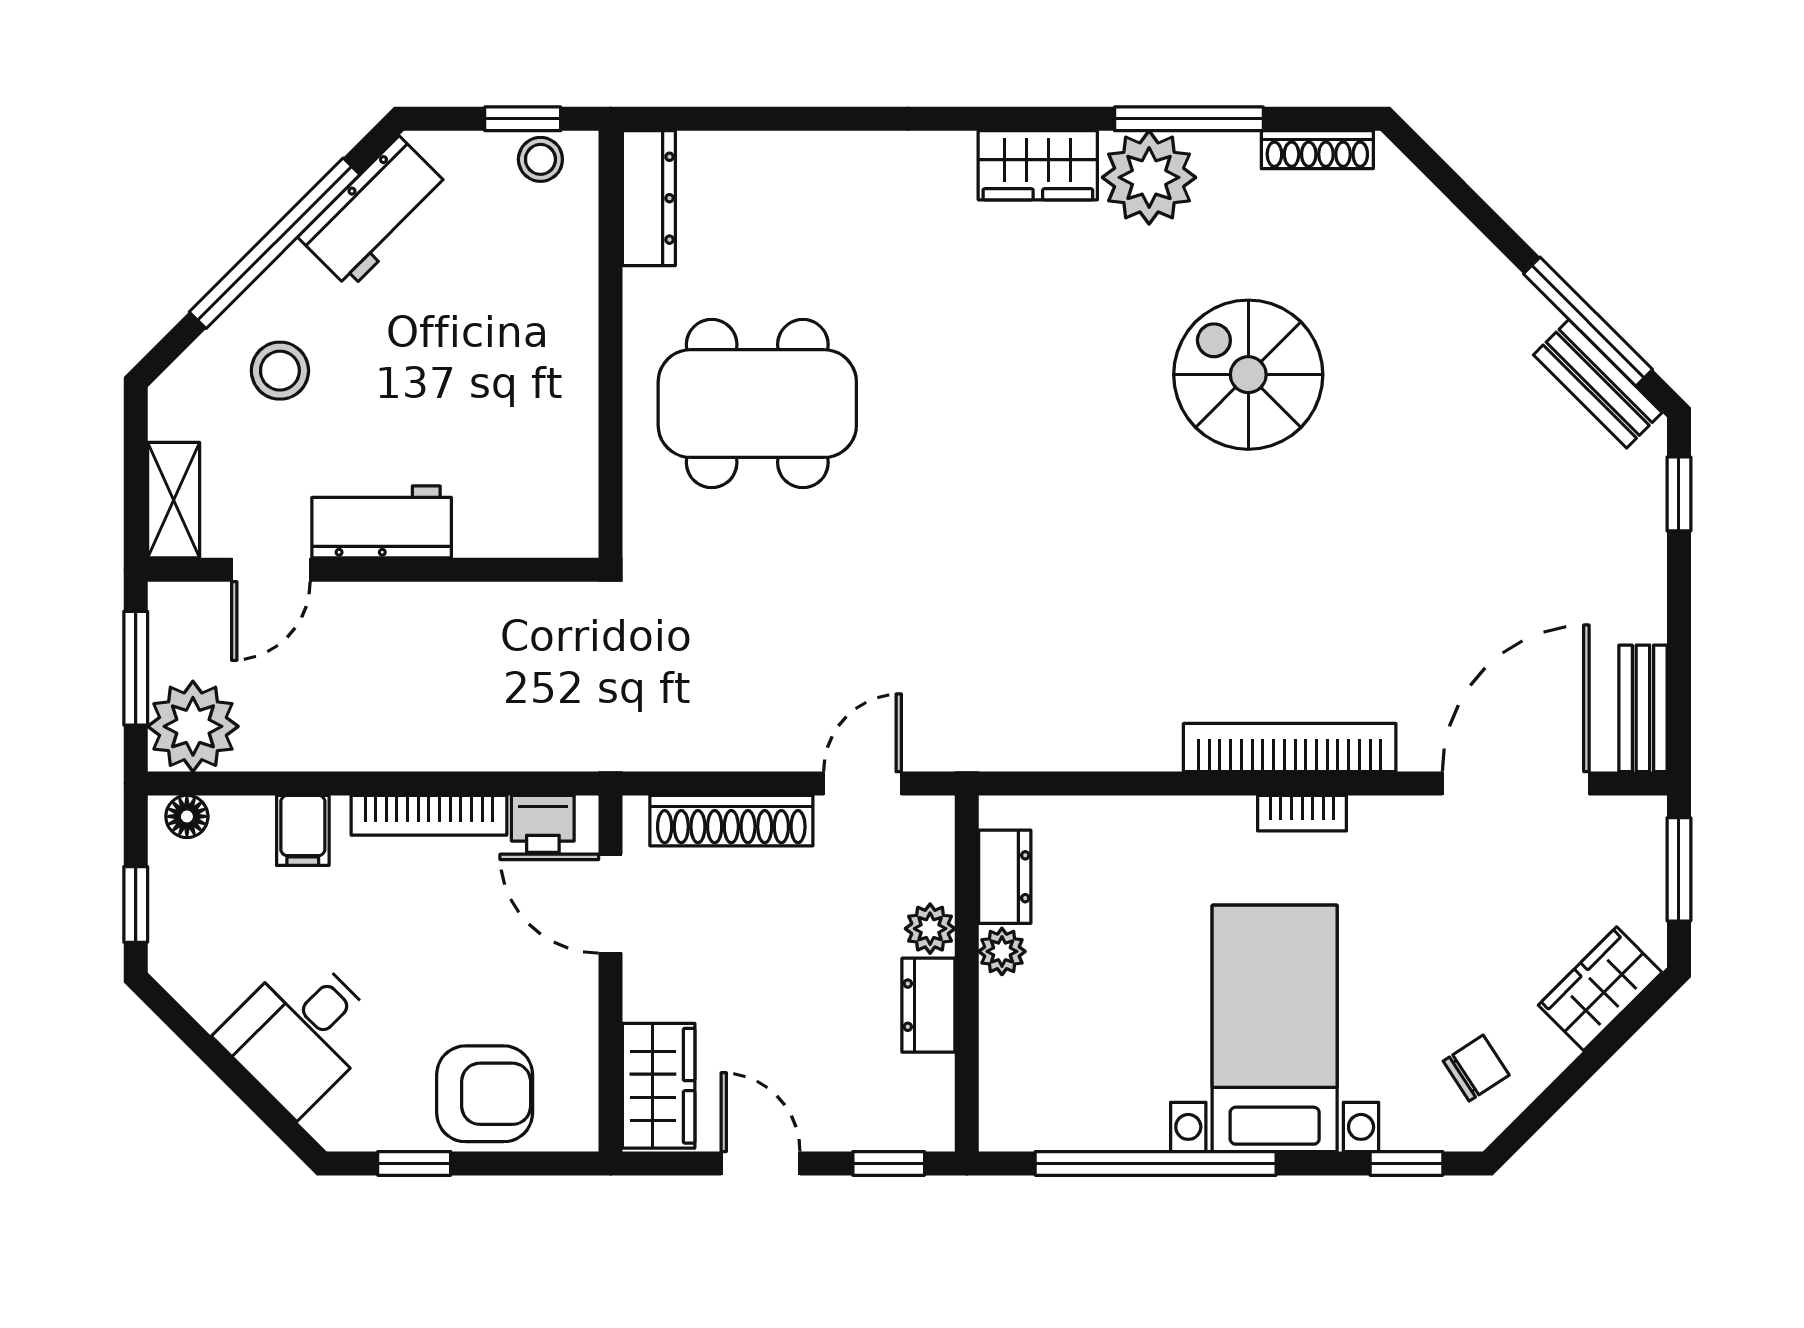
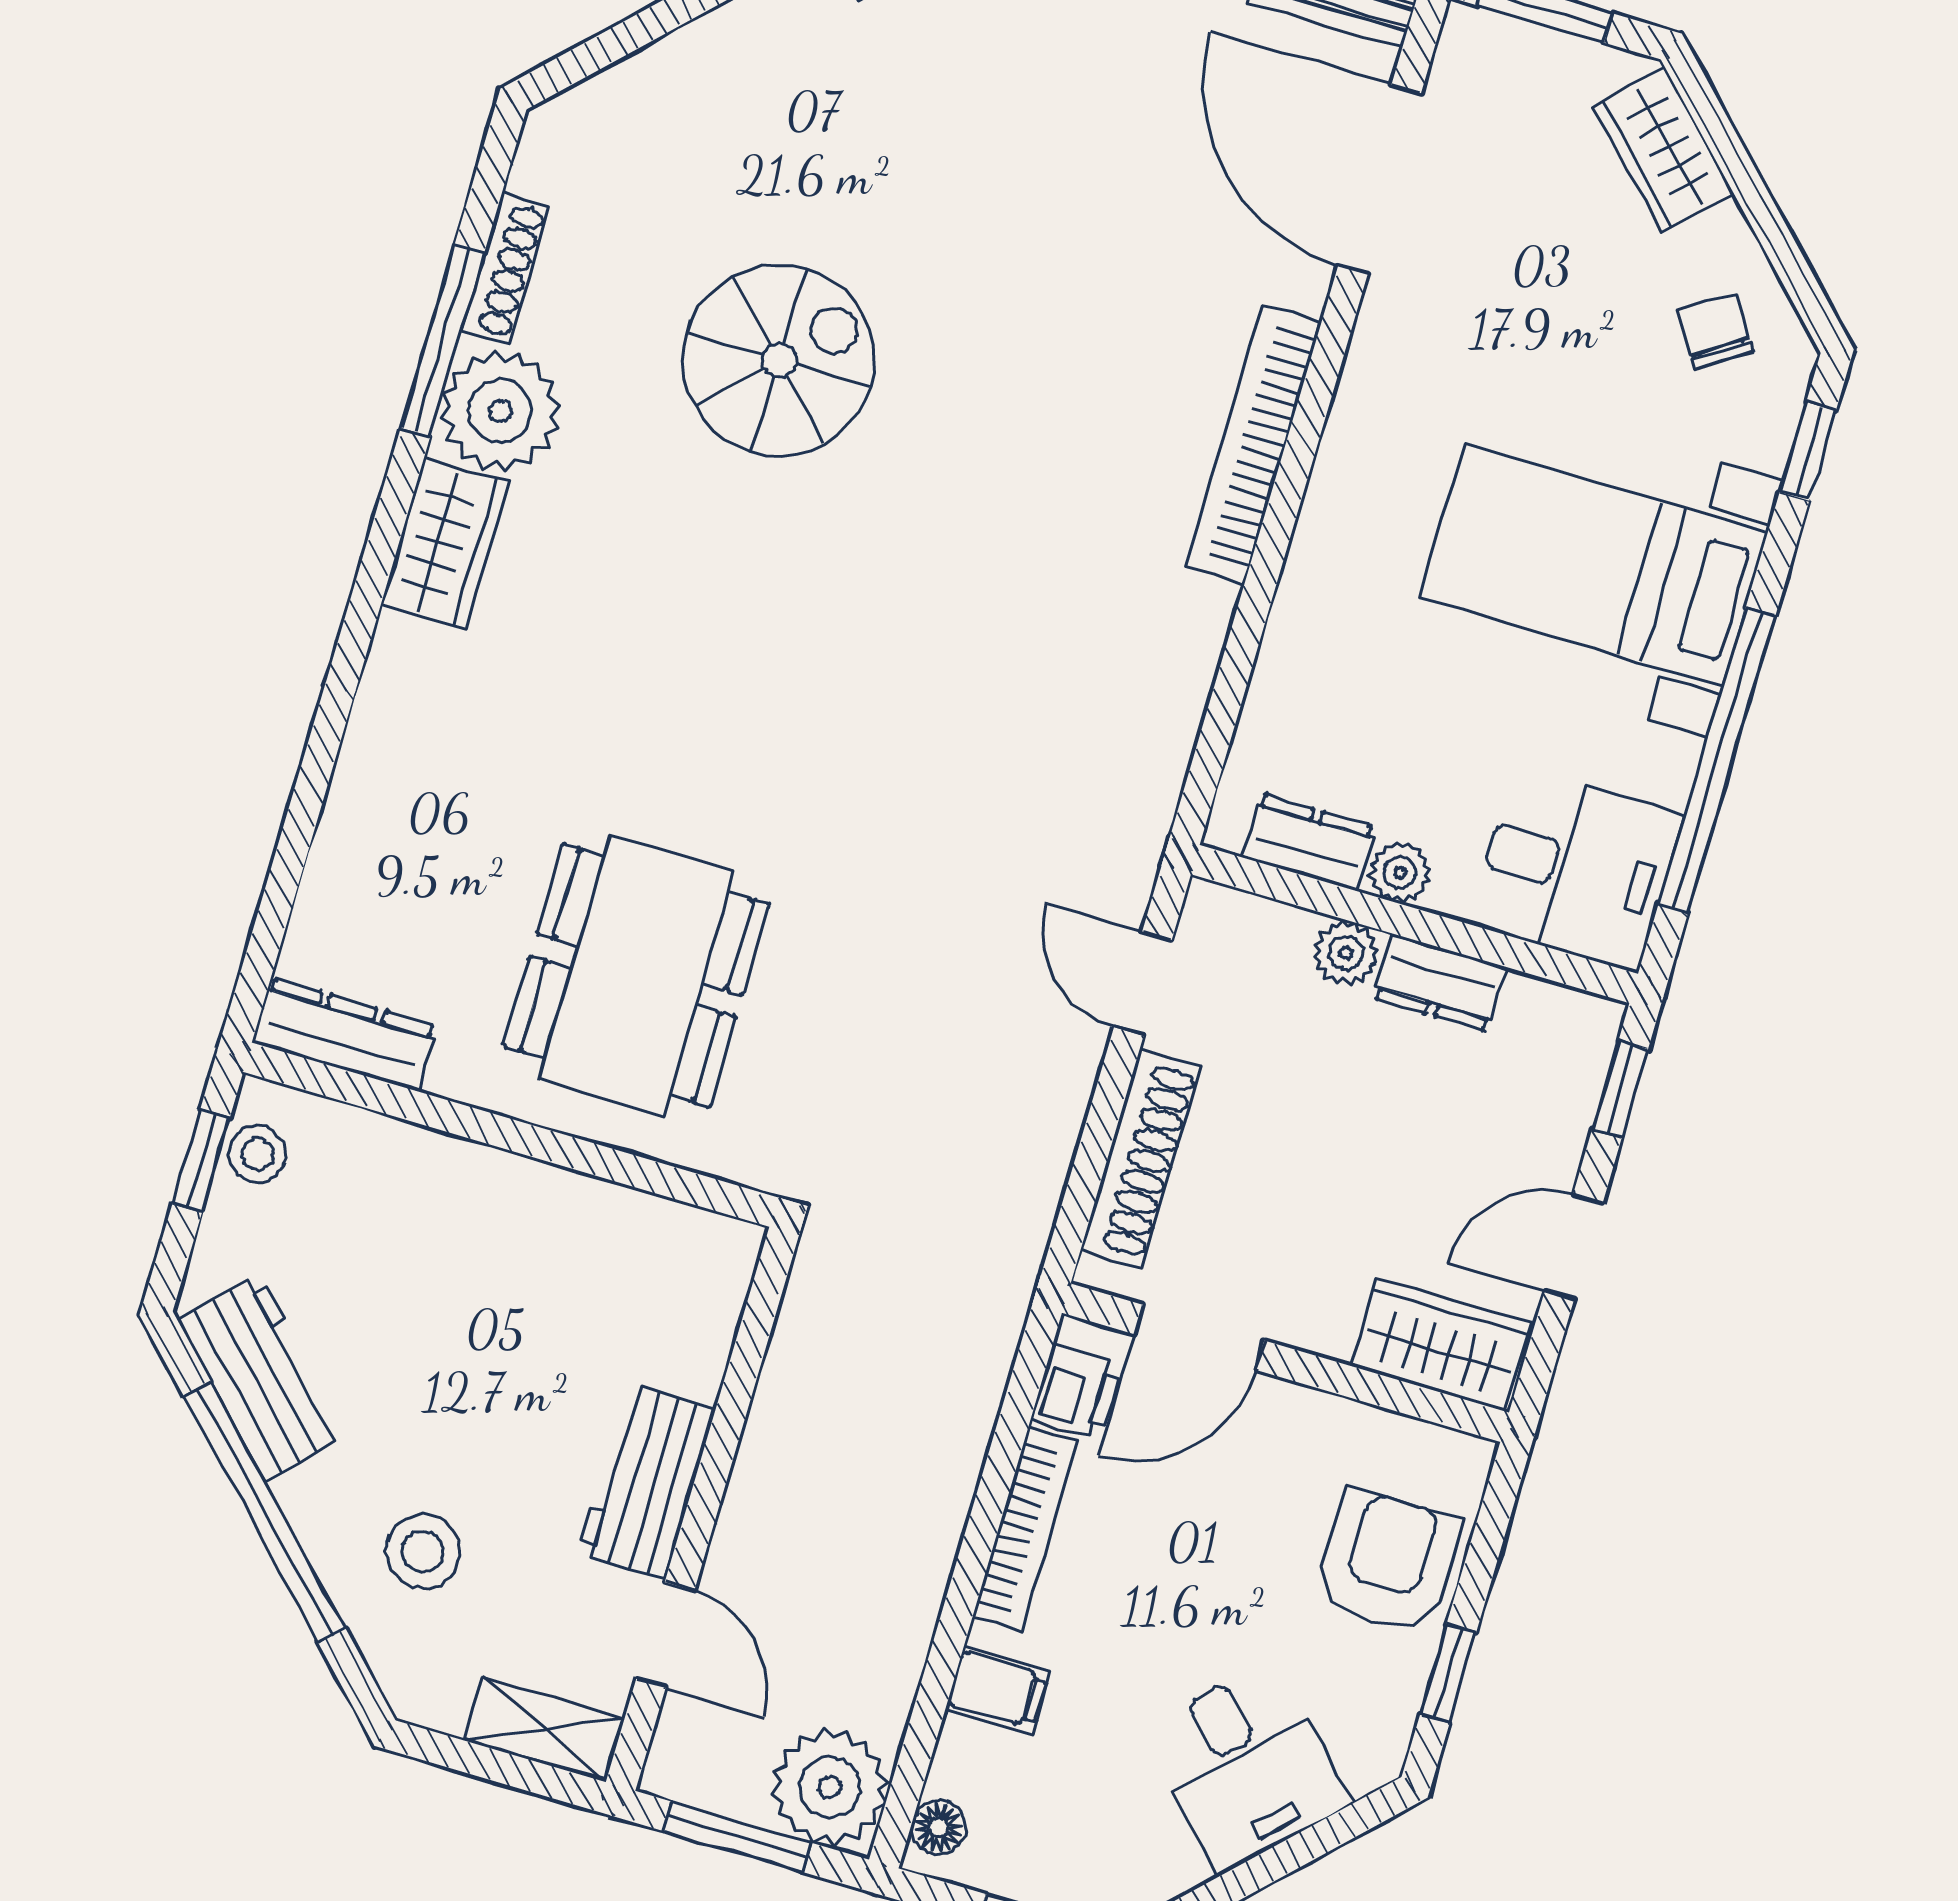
shoe rack: (1317, 150) -> (505, 269), moved
spiral stairs: (1248, 375) -> (779, 360), turned 180
bookcase: (1302, 813) -> (1339, 453), removed
desk: (1043, 1082) -> (1576, 869), added

